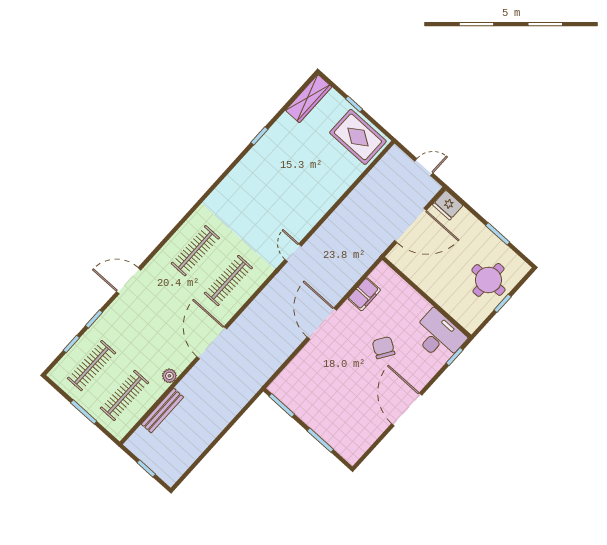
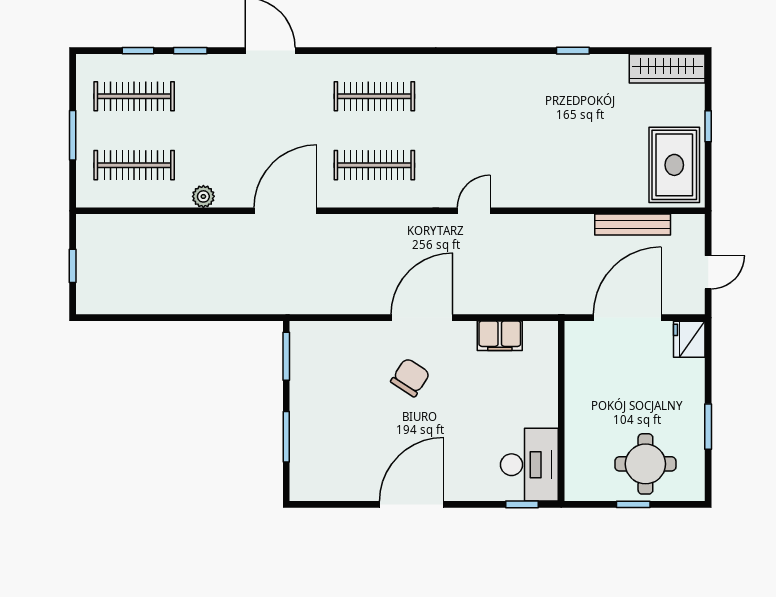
door: (424, 167) -> (708, 272), hinge flipped
door: (411, 225) -> (627, 318), swing flipped
chair: (384, 348) -> (410, 377), moved
bench: (162, 411) -> (633, 225), moved

